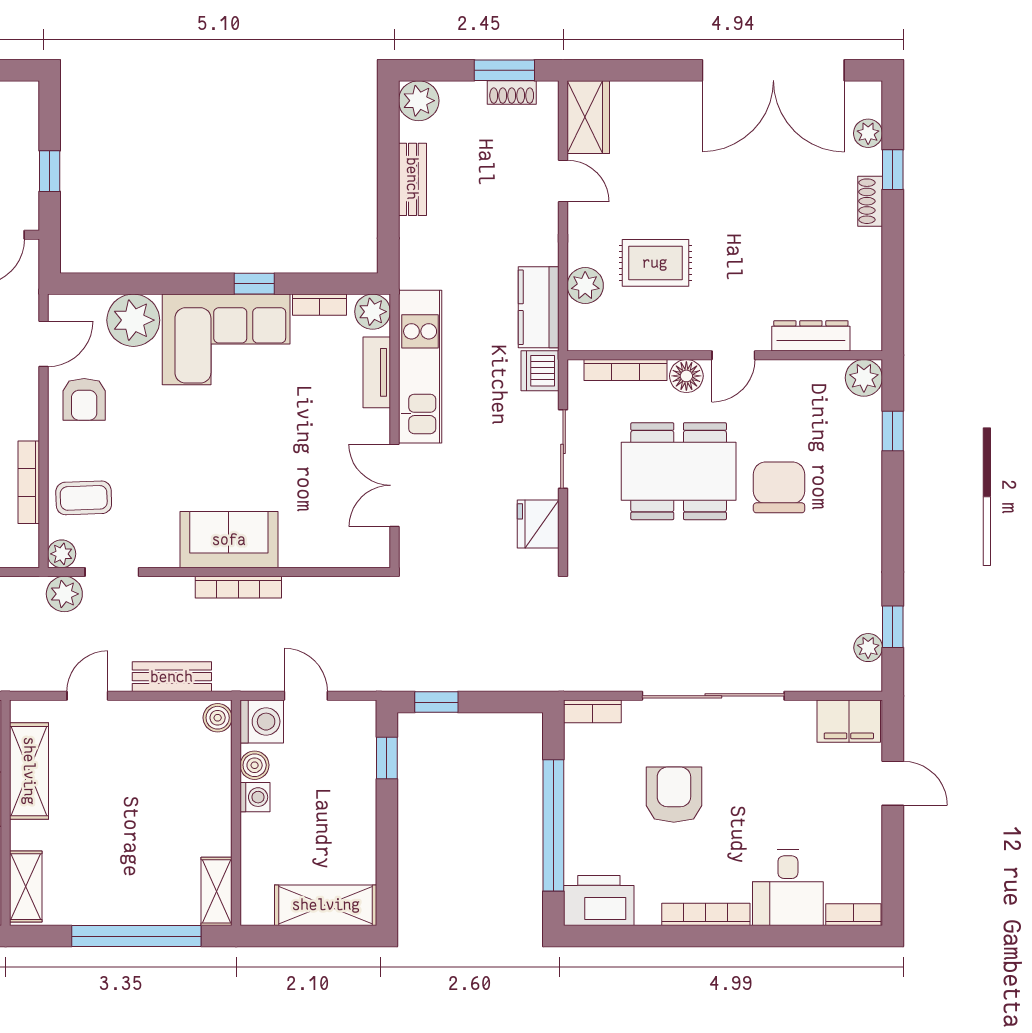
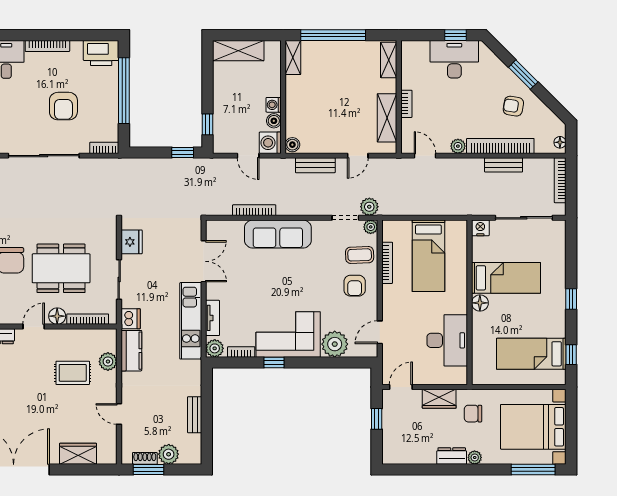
plant: (419, 101) -> (169, 454), moved
wardrobe: (588, 117) -> (78, 454), moved, turned 90
armchair: (84, 399) -> (355, 286), moved, turned 180
sofa: (229, 540) -> (278, 234), width x1.36
bookcase: (238, 587) -> (254, 210), moved

